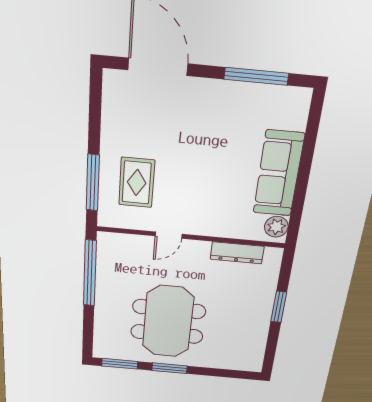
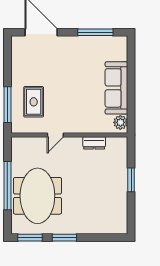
dresser: (237, 253) -> (94, 143), width x0.70
window: (90, 273) -> (7, 186), moved
meeting table: (168, 322) -> (37, 196), moved

